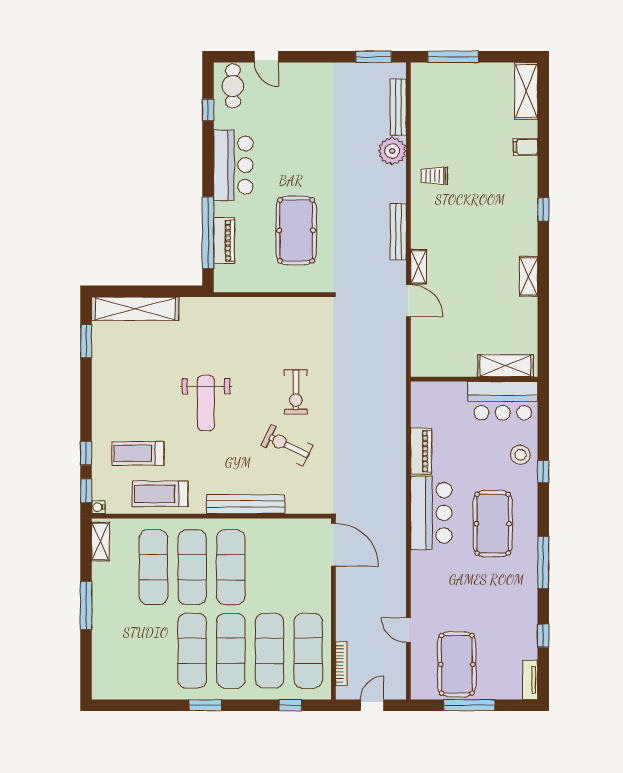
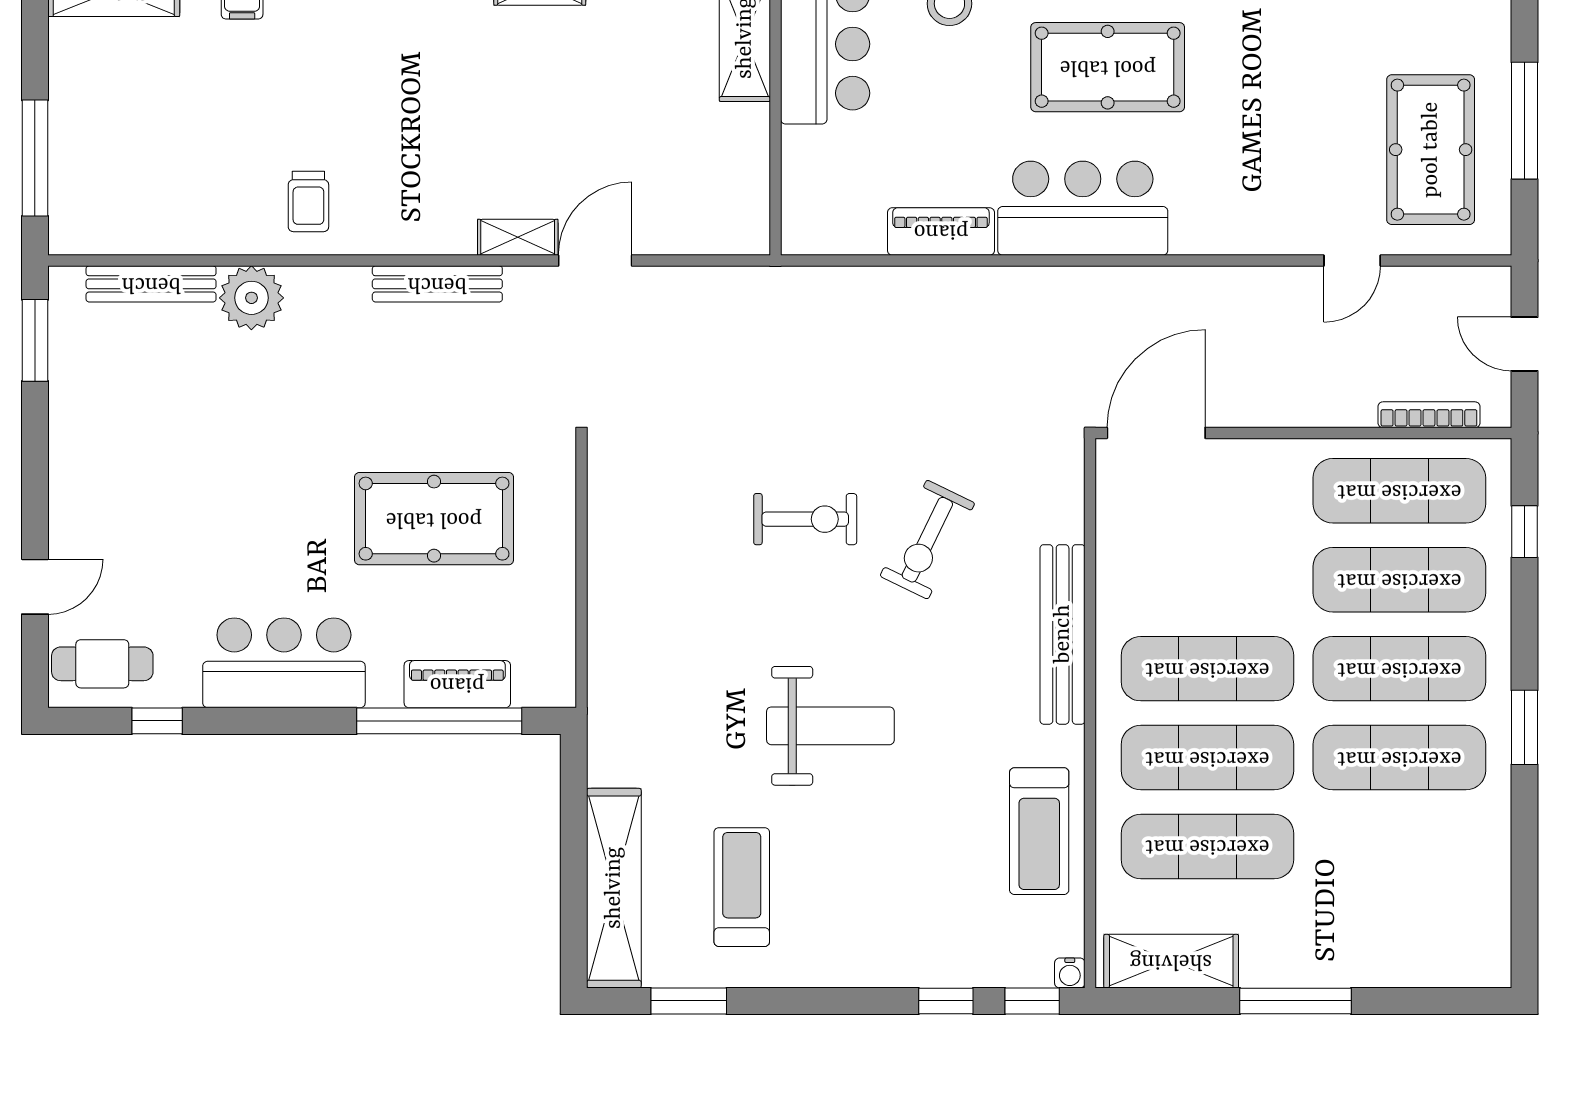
treadmill: (138, 453) -> (742, 887), moved, turned 180
shelving: (101, 542) -> (1171, 961), width x1.50, depth x1.33
pool table: (457, 664) -> (1431, 150), turned 90

